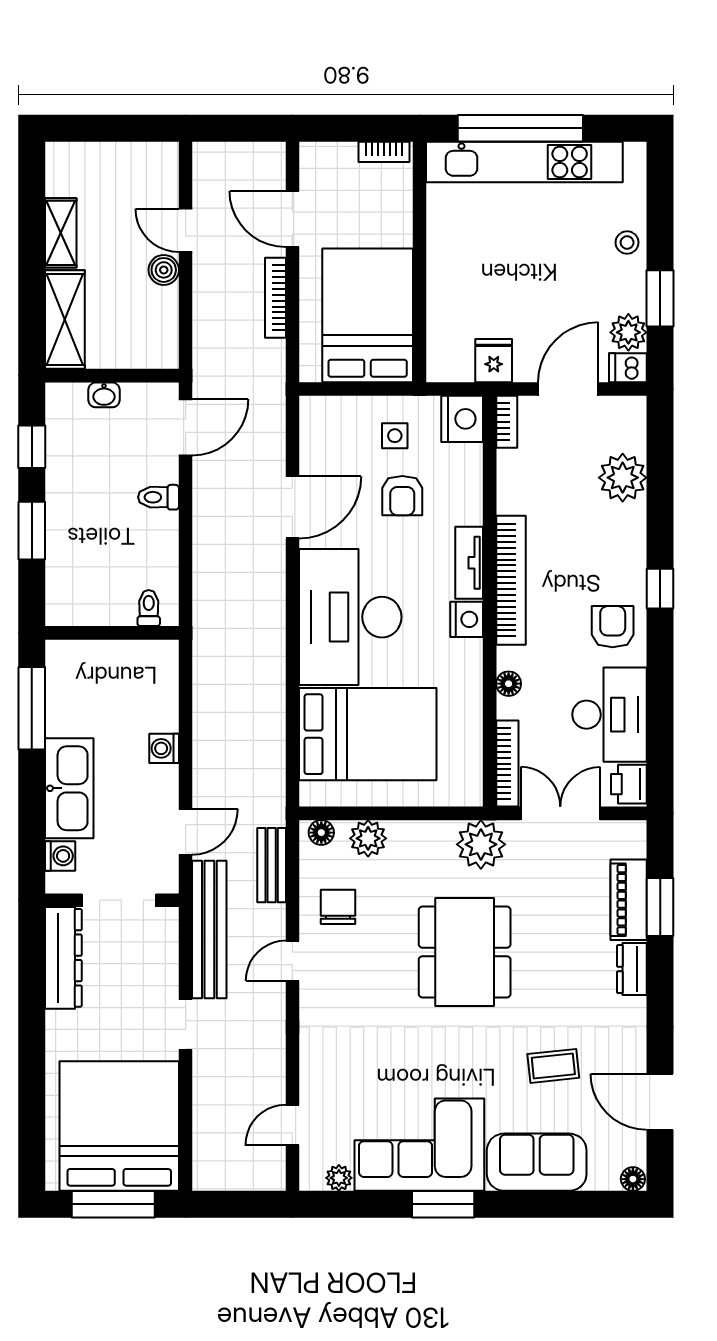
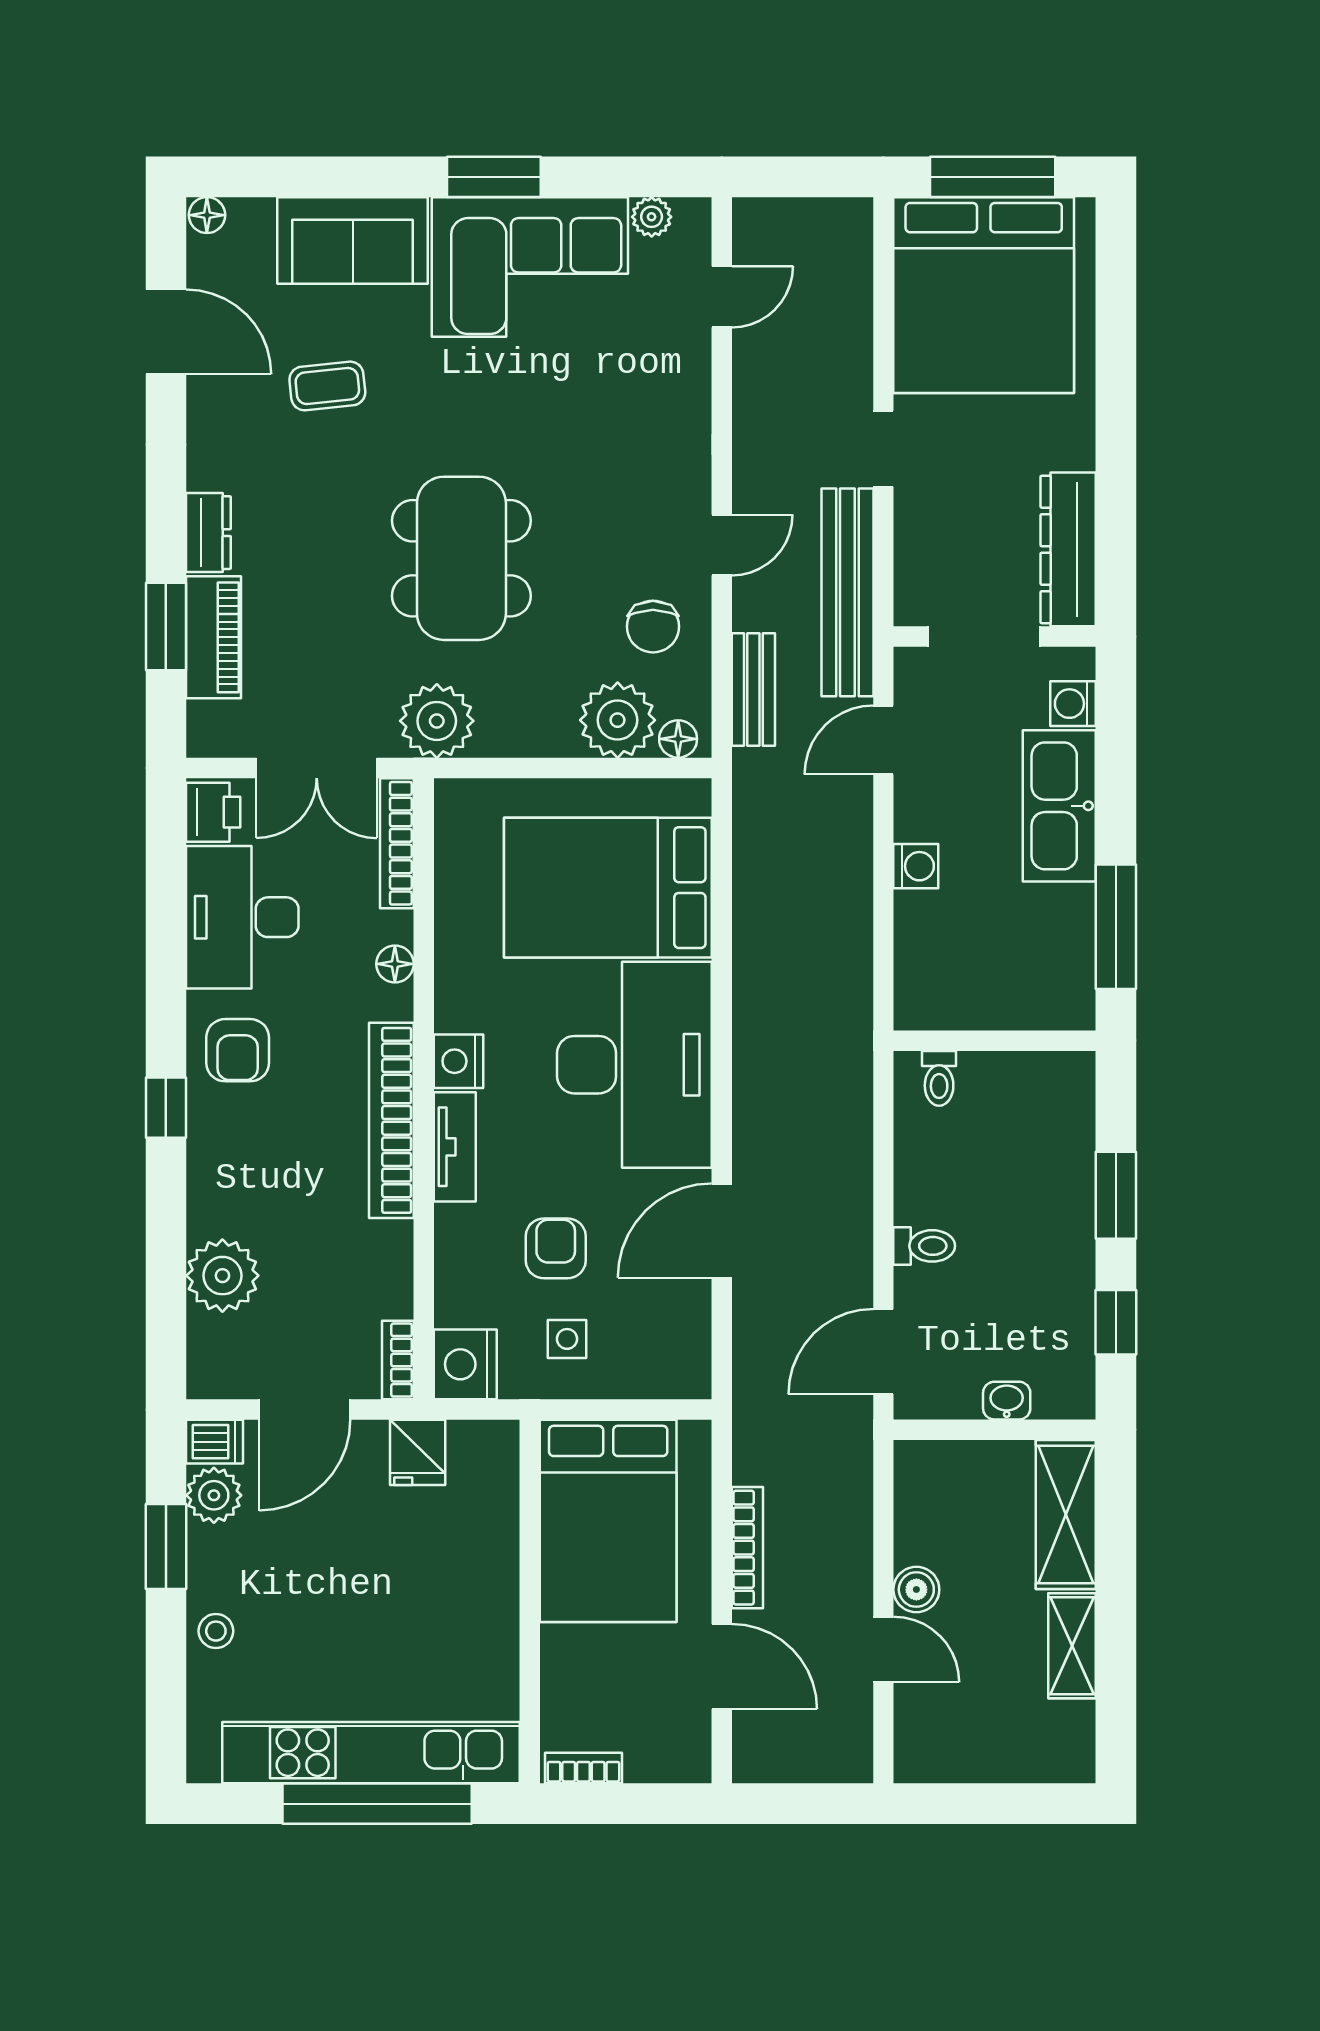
plant: (368, 838) -> (618, 720), width x1.36, depth x1.36

